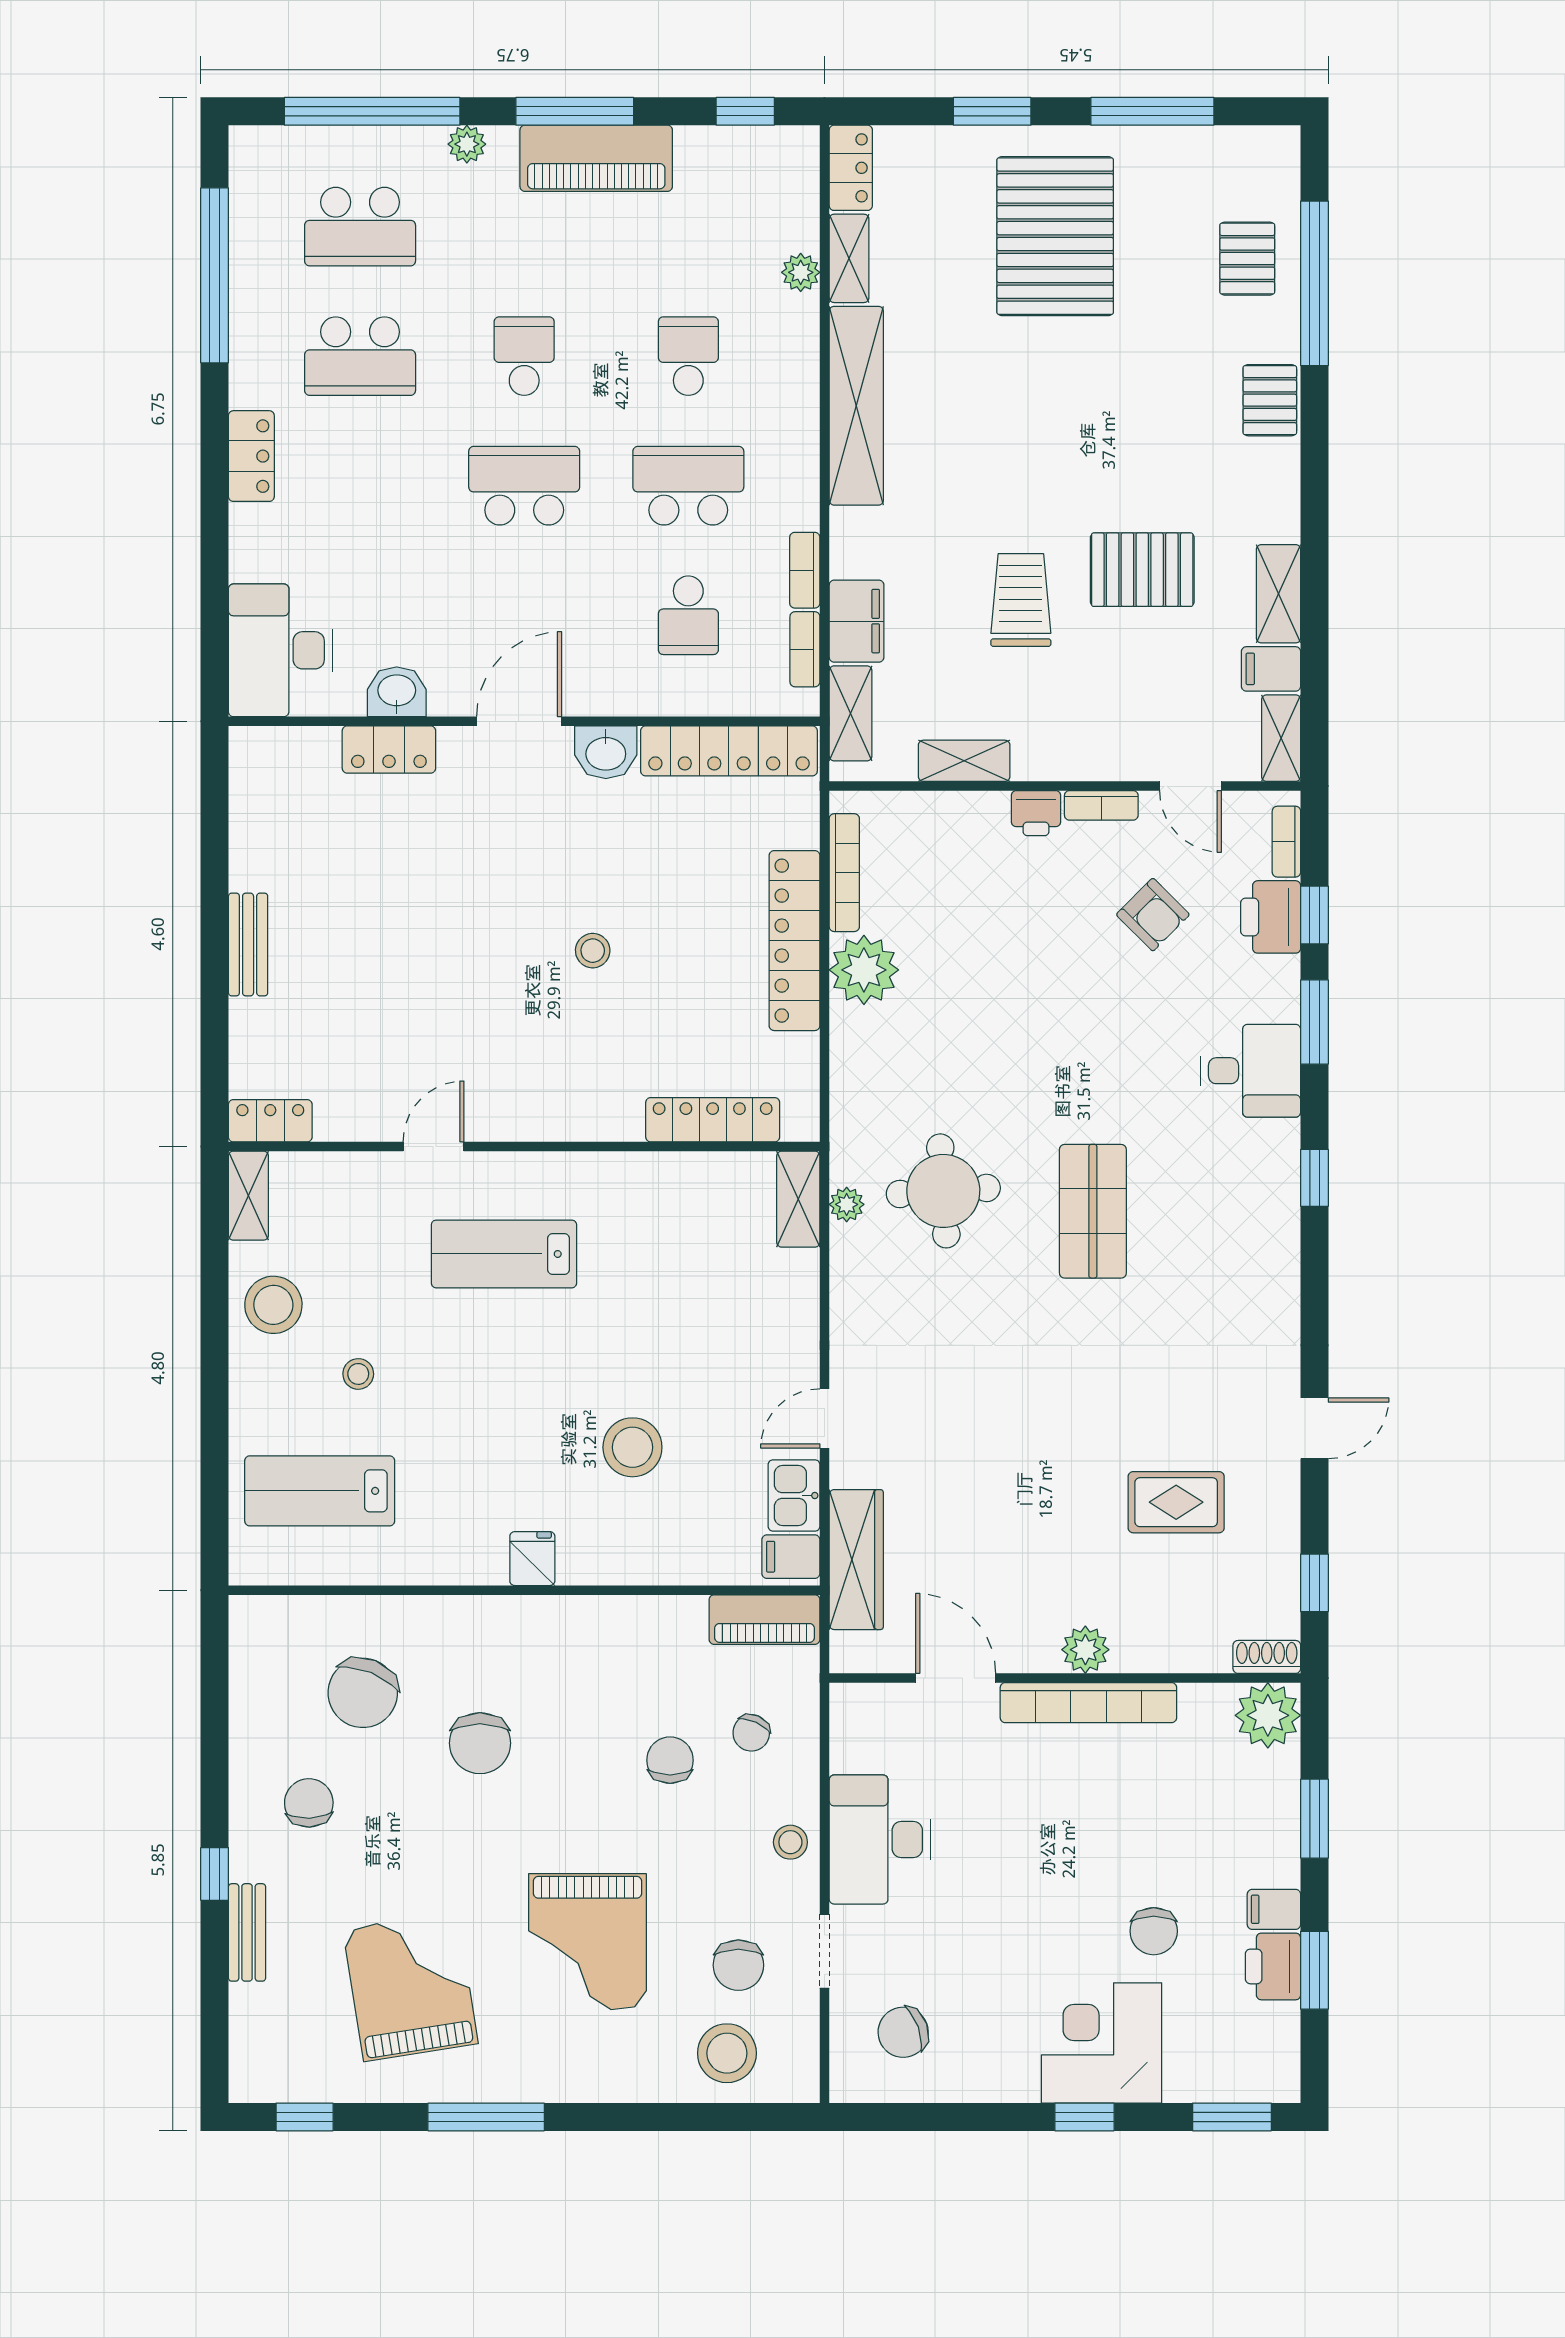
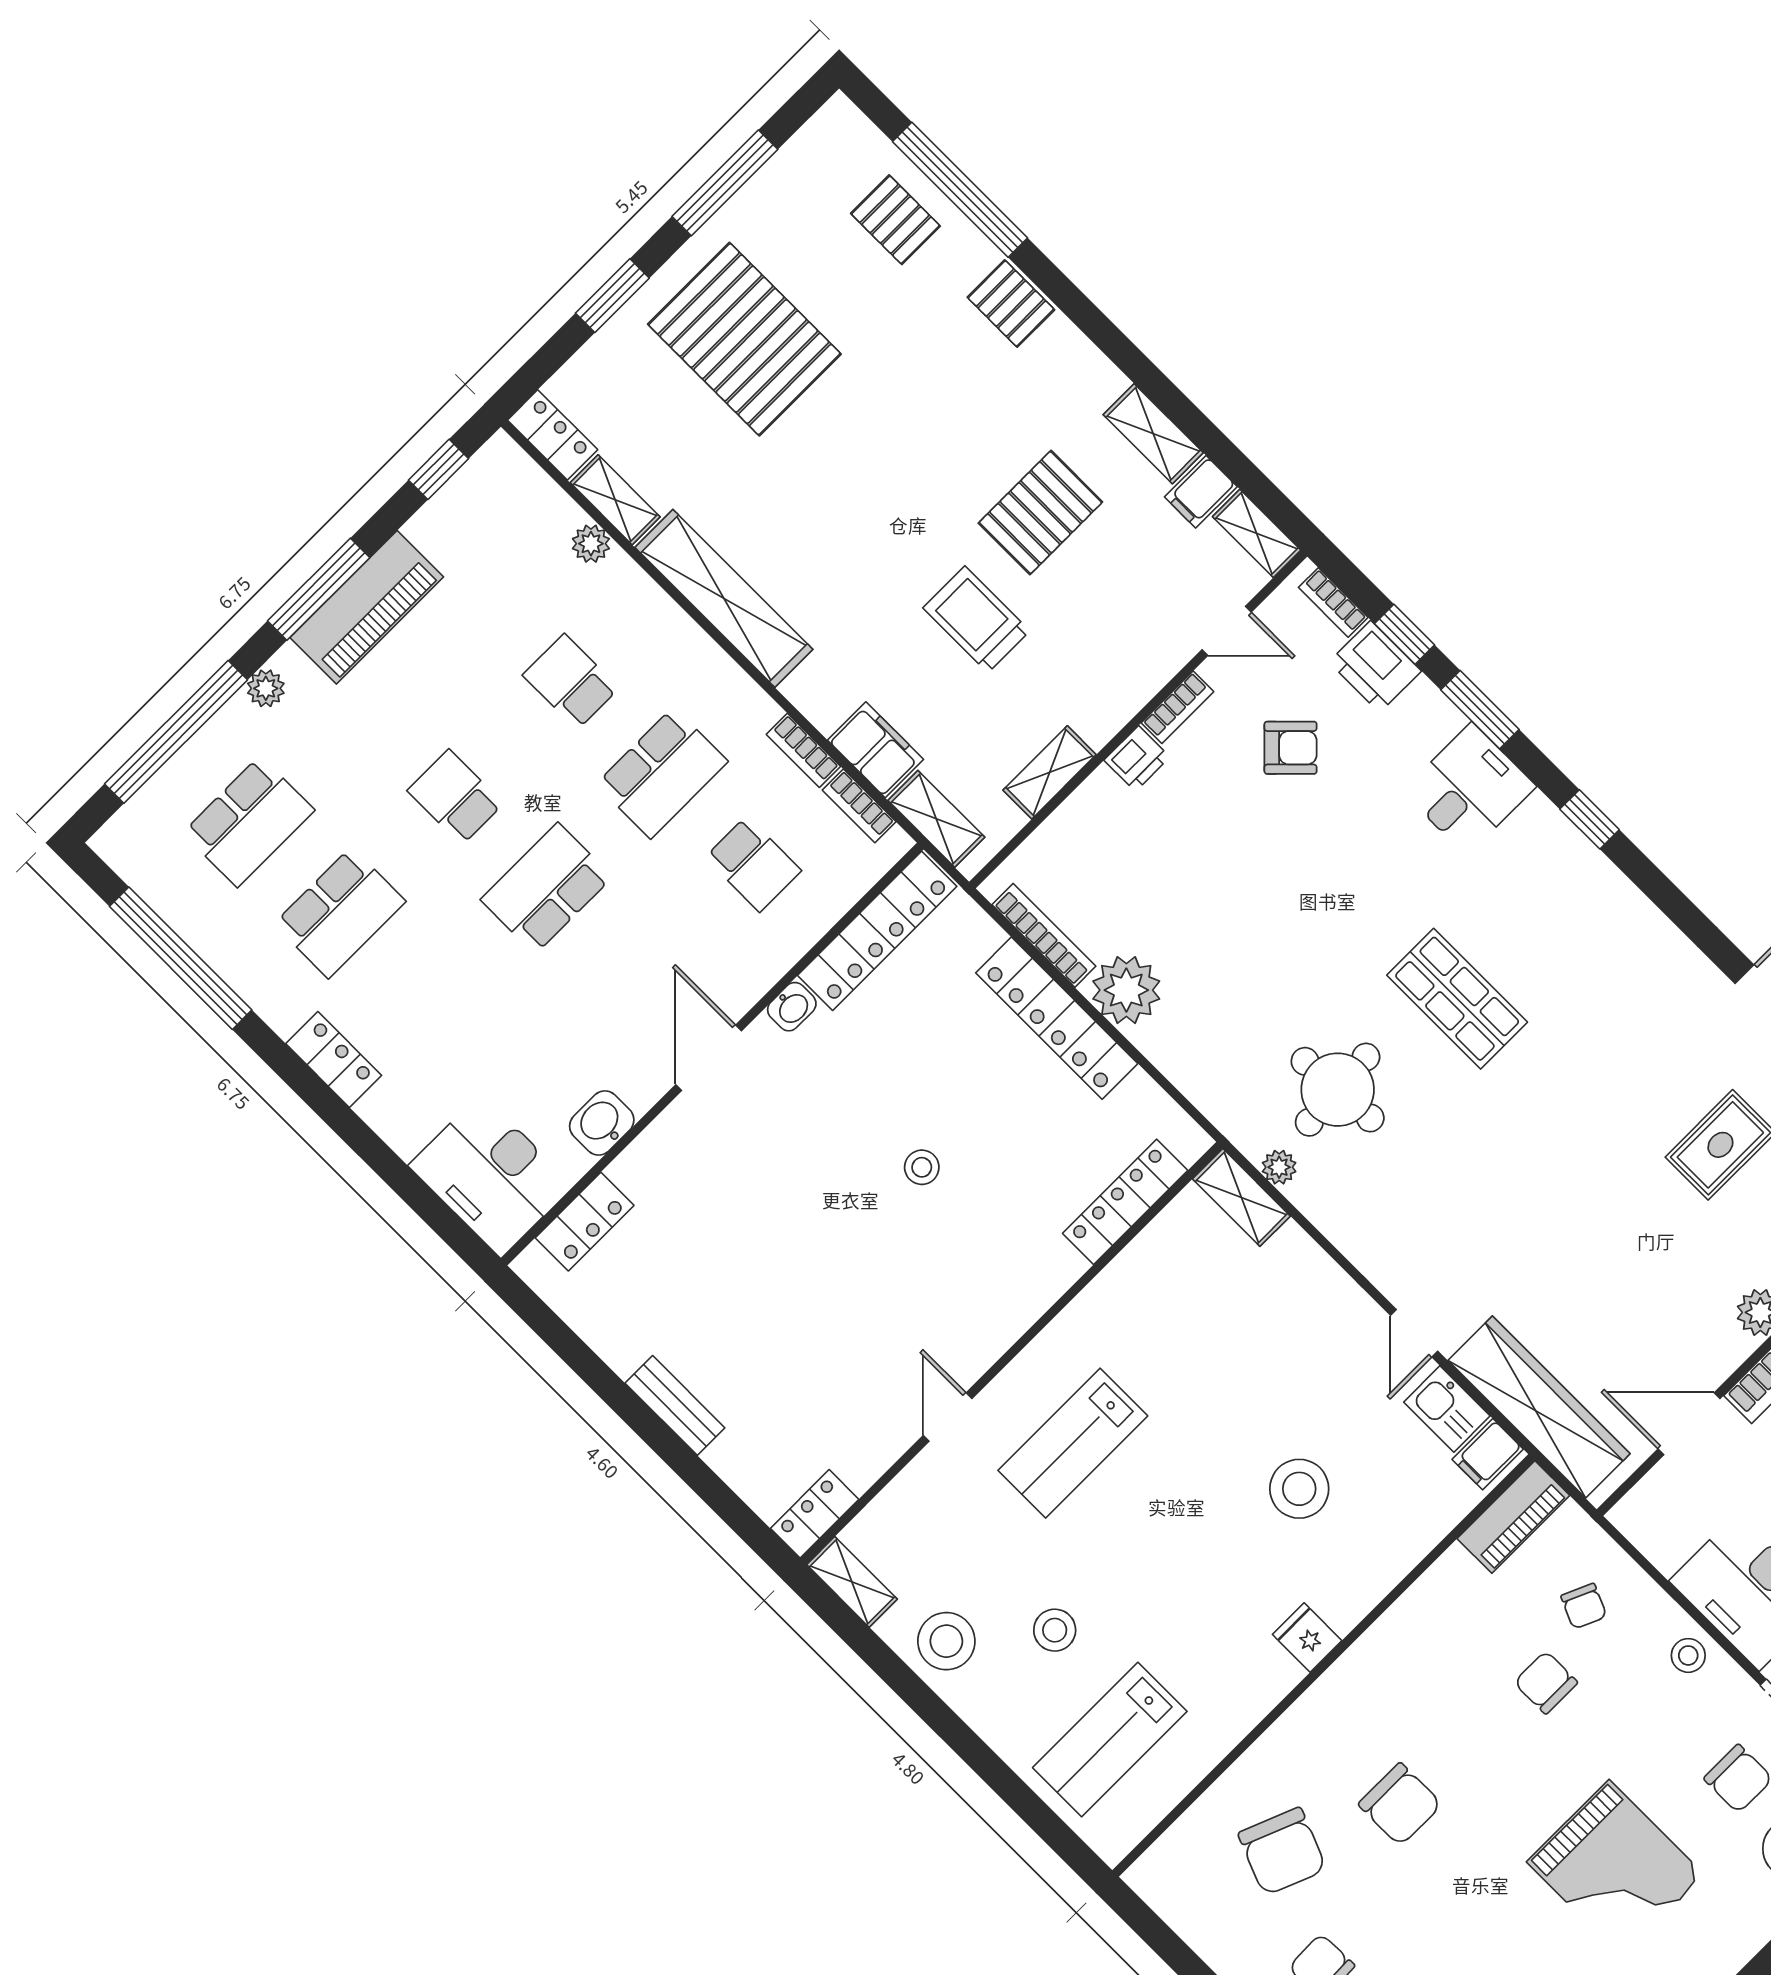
school desk: (688, 486) -> (662, 773), turned 180
locker: (389, 750) -> (585, 1222), moved
washbasin: (606, 752) -> (792, 1007), width x0.72, depth x0.69
stool: (358, 1374) -> (1055, 1630), width x1.37, depth x1.37
wardrobe: (856, 1560) -> (1539, 1407), width x1.40, depth x1.17

